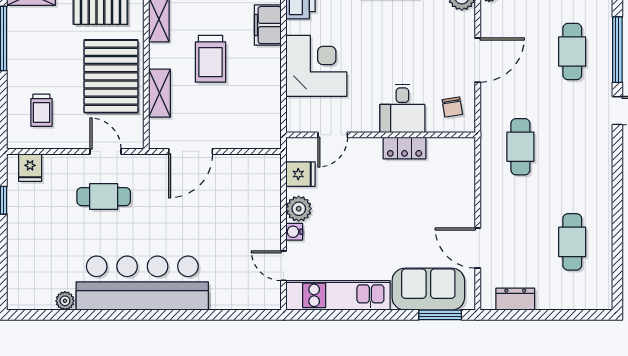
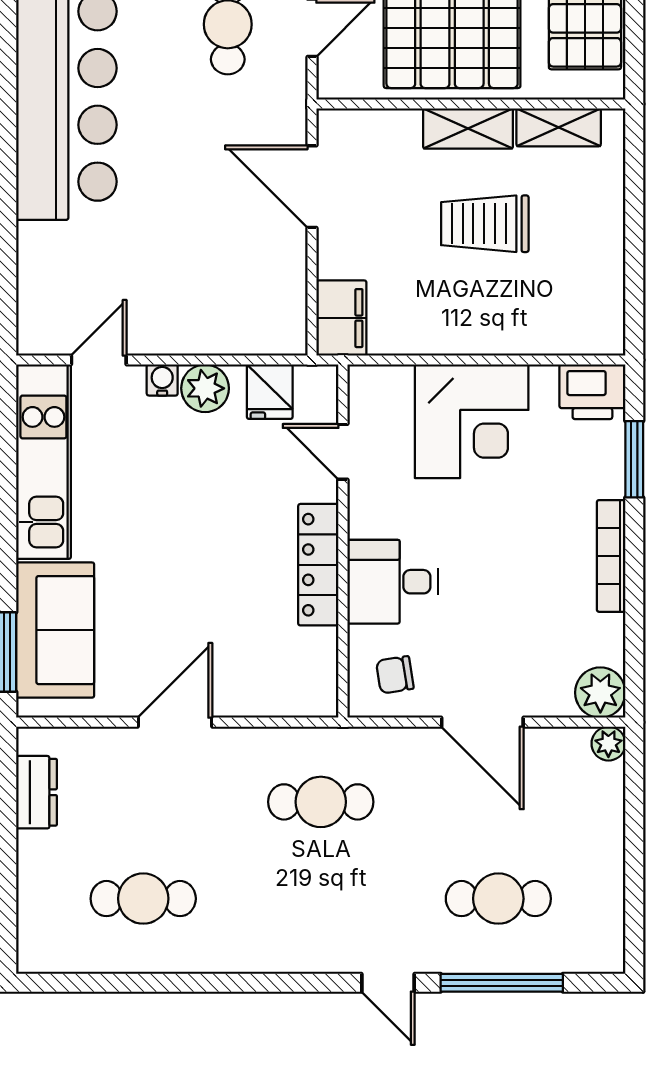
filing cabinet: (268, 25) -> (341, 318), moved, turned 90
shelving: (159, 93) -> (468, 129), moved
locker: (405, 148) -> (318, 565), width x1.53
door: (478, 248) -> (175, 722), moved

